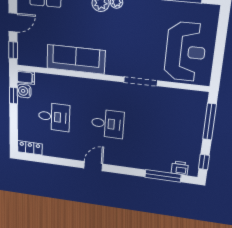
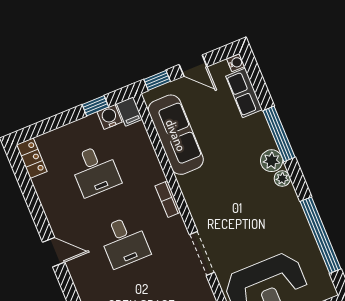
sofa: (76, 59) -> (176, 135), moved
bookcase: (93, 84) -> (168, 199), added

